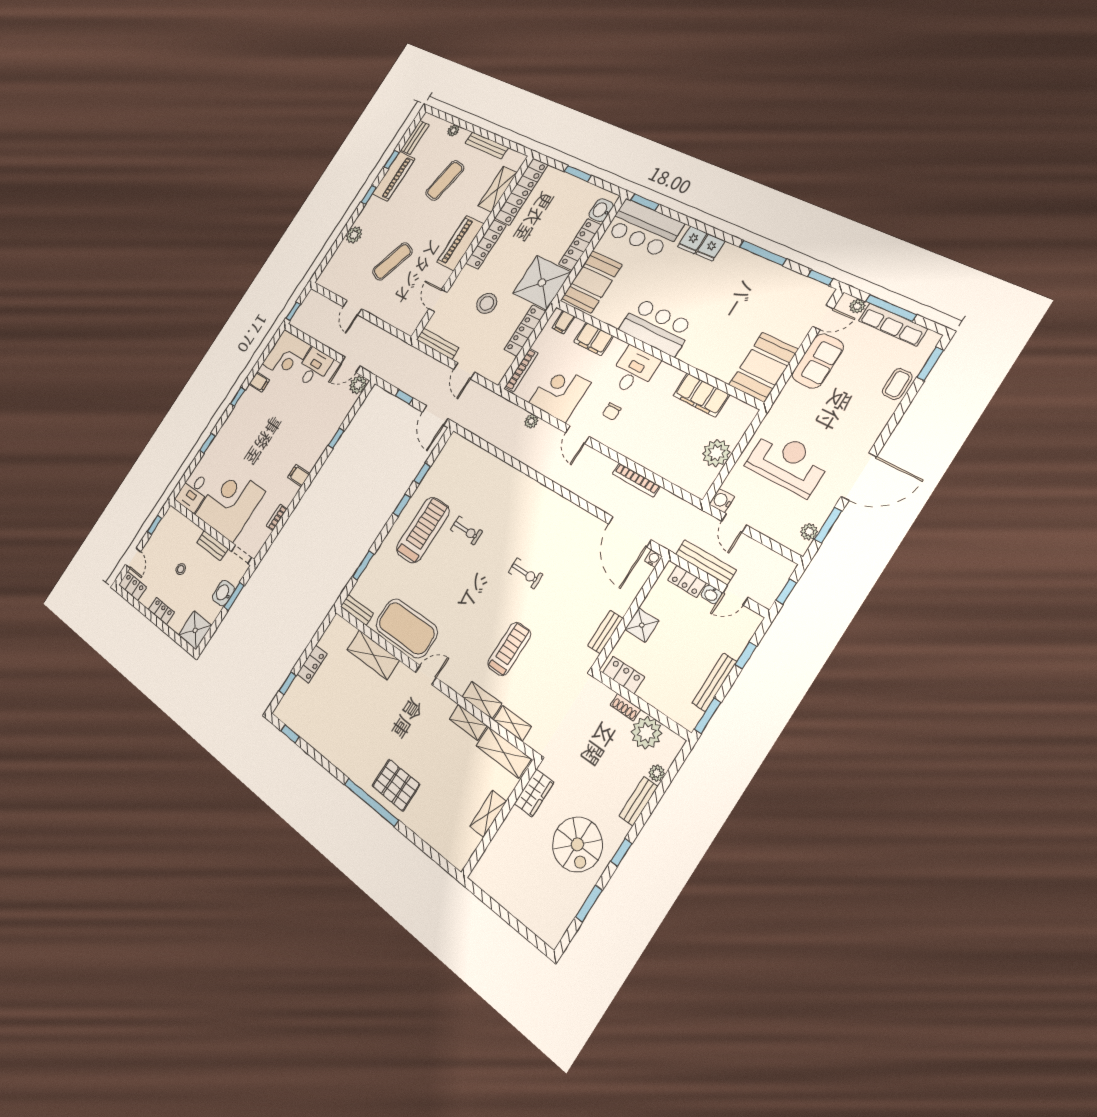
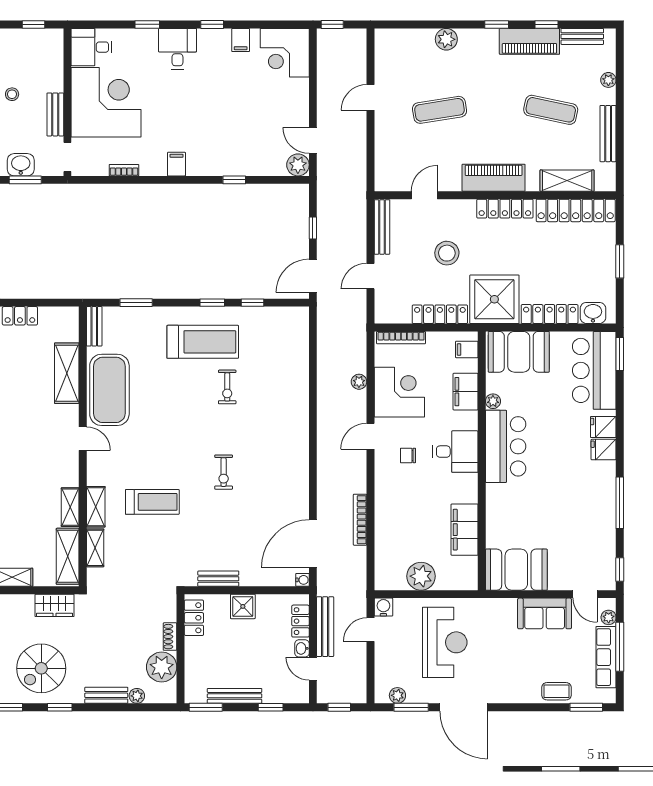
exercise mat: (392, 261) -> (440, 110), turned -30
plant: (615, 320) -> (493, 401), added
desk: (314, 367) -> (177, 49), moved, turned -90

